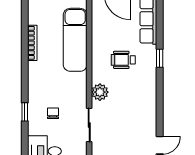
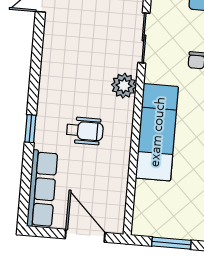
exam couch: (75, 40) -> (157, 132), moved

